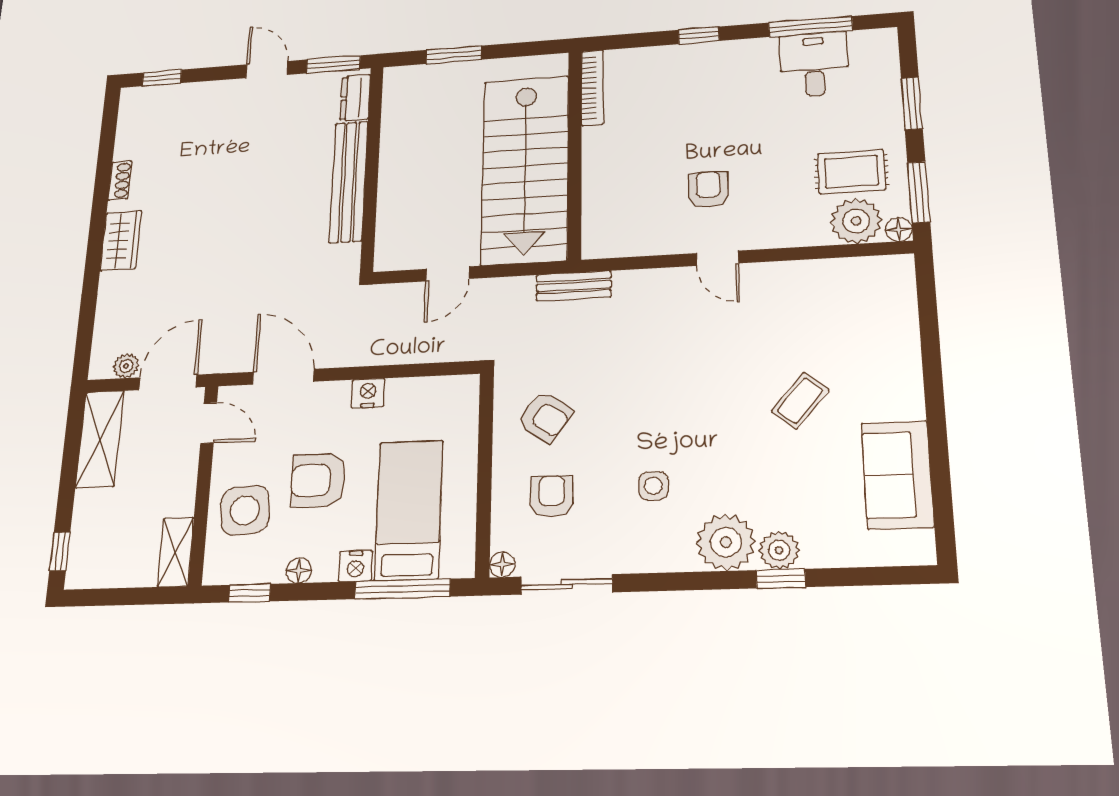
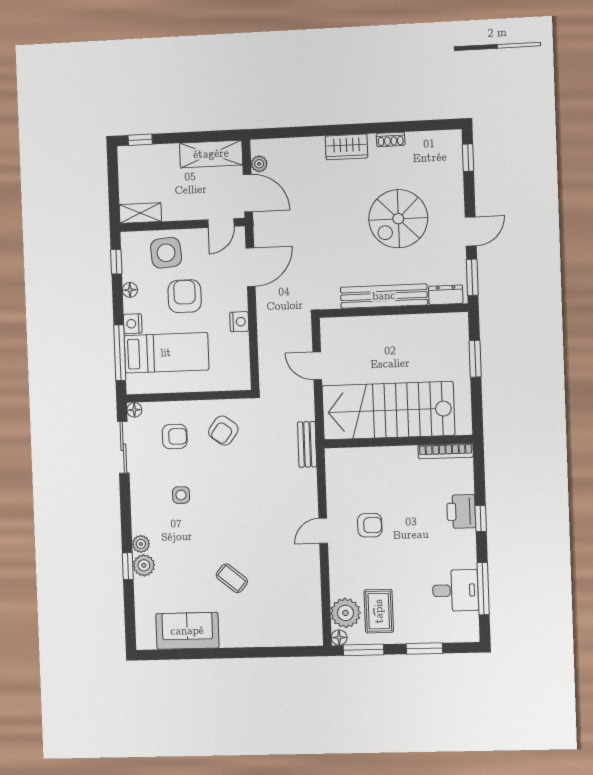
printer: (688, 62) -> (461, 512), added
spiral stairs: (236, 166) -> (398, 219), added
plant: (726, 542) -> (141, 544), width x0.53, depth x0.53

